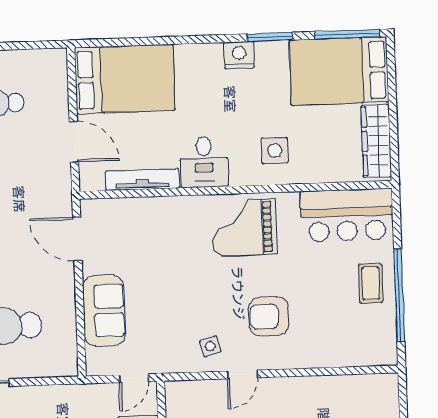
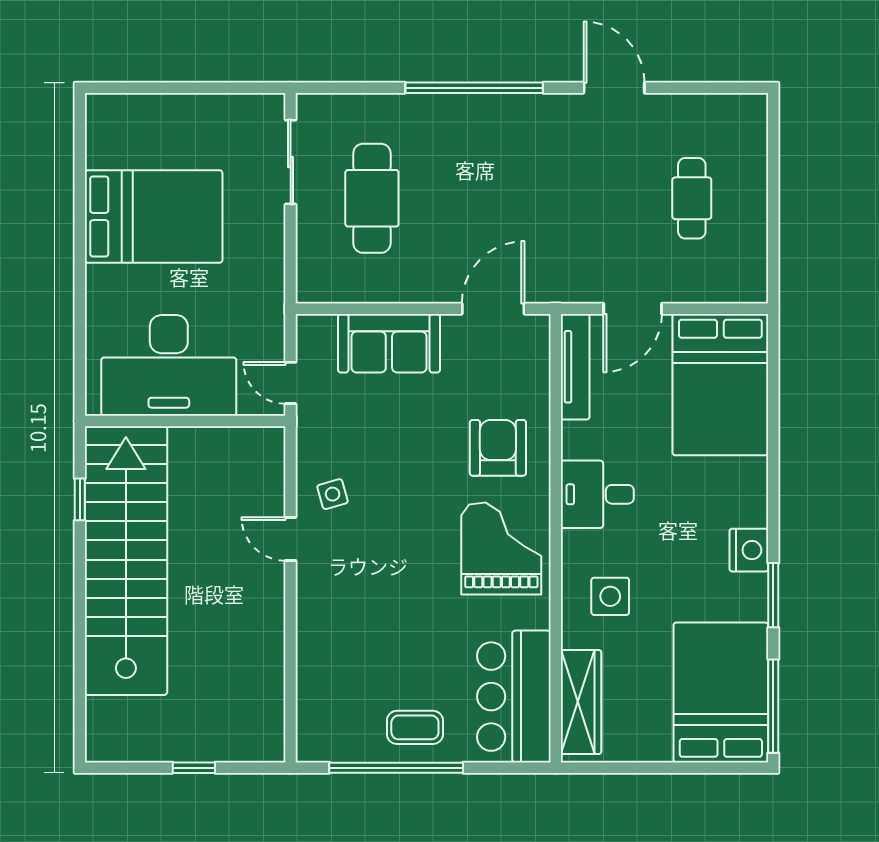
wardrobe: (376, 141) -> (581, 702), moved, turned 90
tv unit: (142, 180) -> (575, 367), moved
armchair: (269, 316) -> (498, 448), moved

